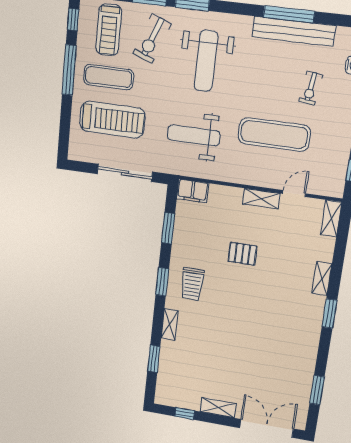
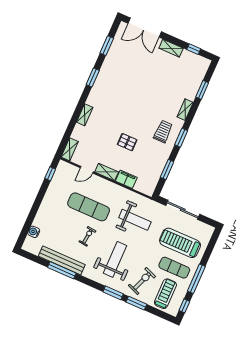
exercise bike: (311, 88) -> (87, 236), moved
filing cabinet: (193, 191) -> (126, 179), moved
window: (329, 313) -> (93, 78), moved

